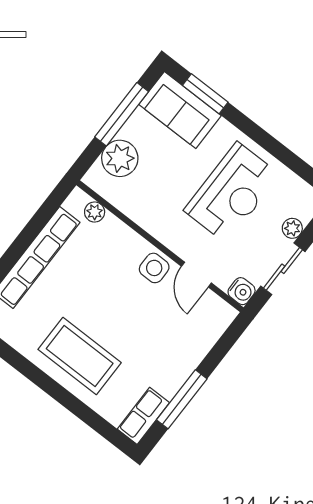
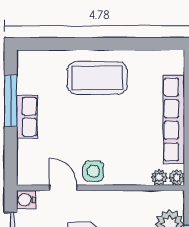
plant: (78, 198) -> (177, 178), added
row of seats: (143, 416) -> (27, 117), moved

